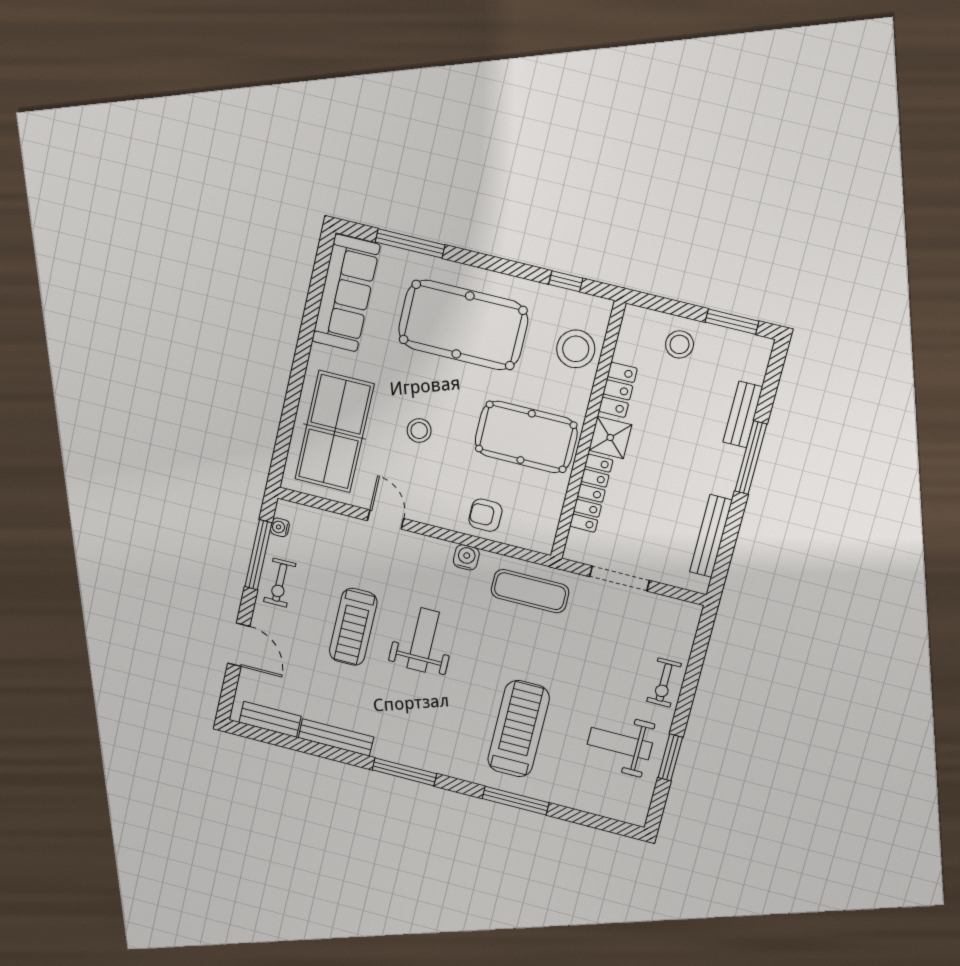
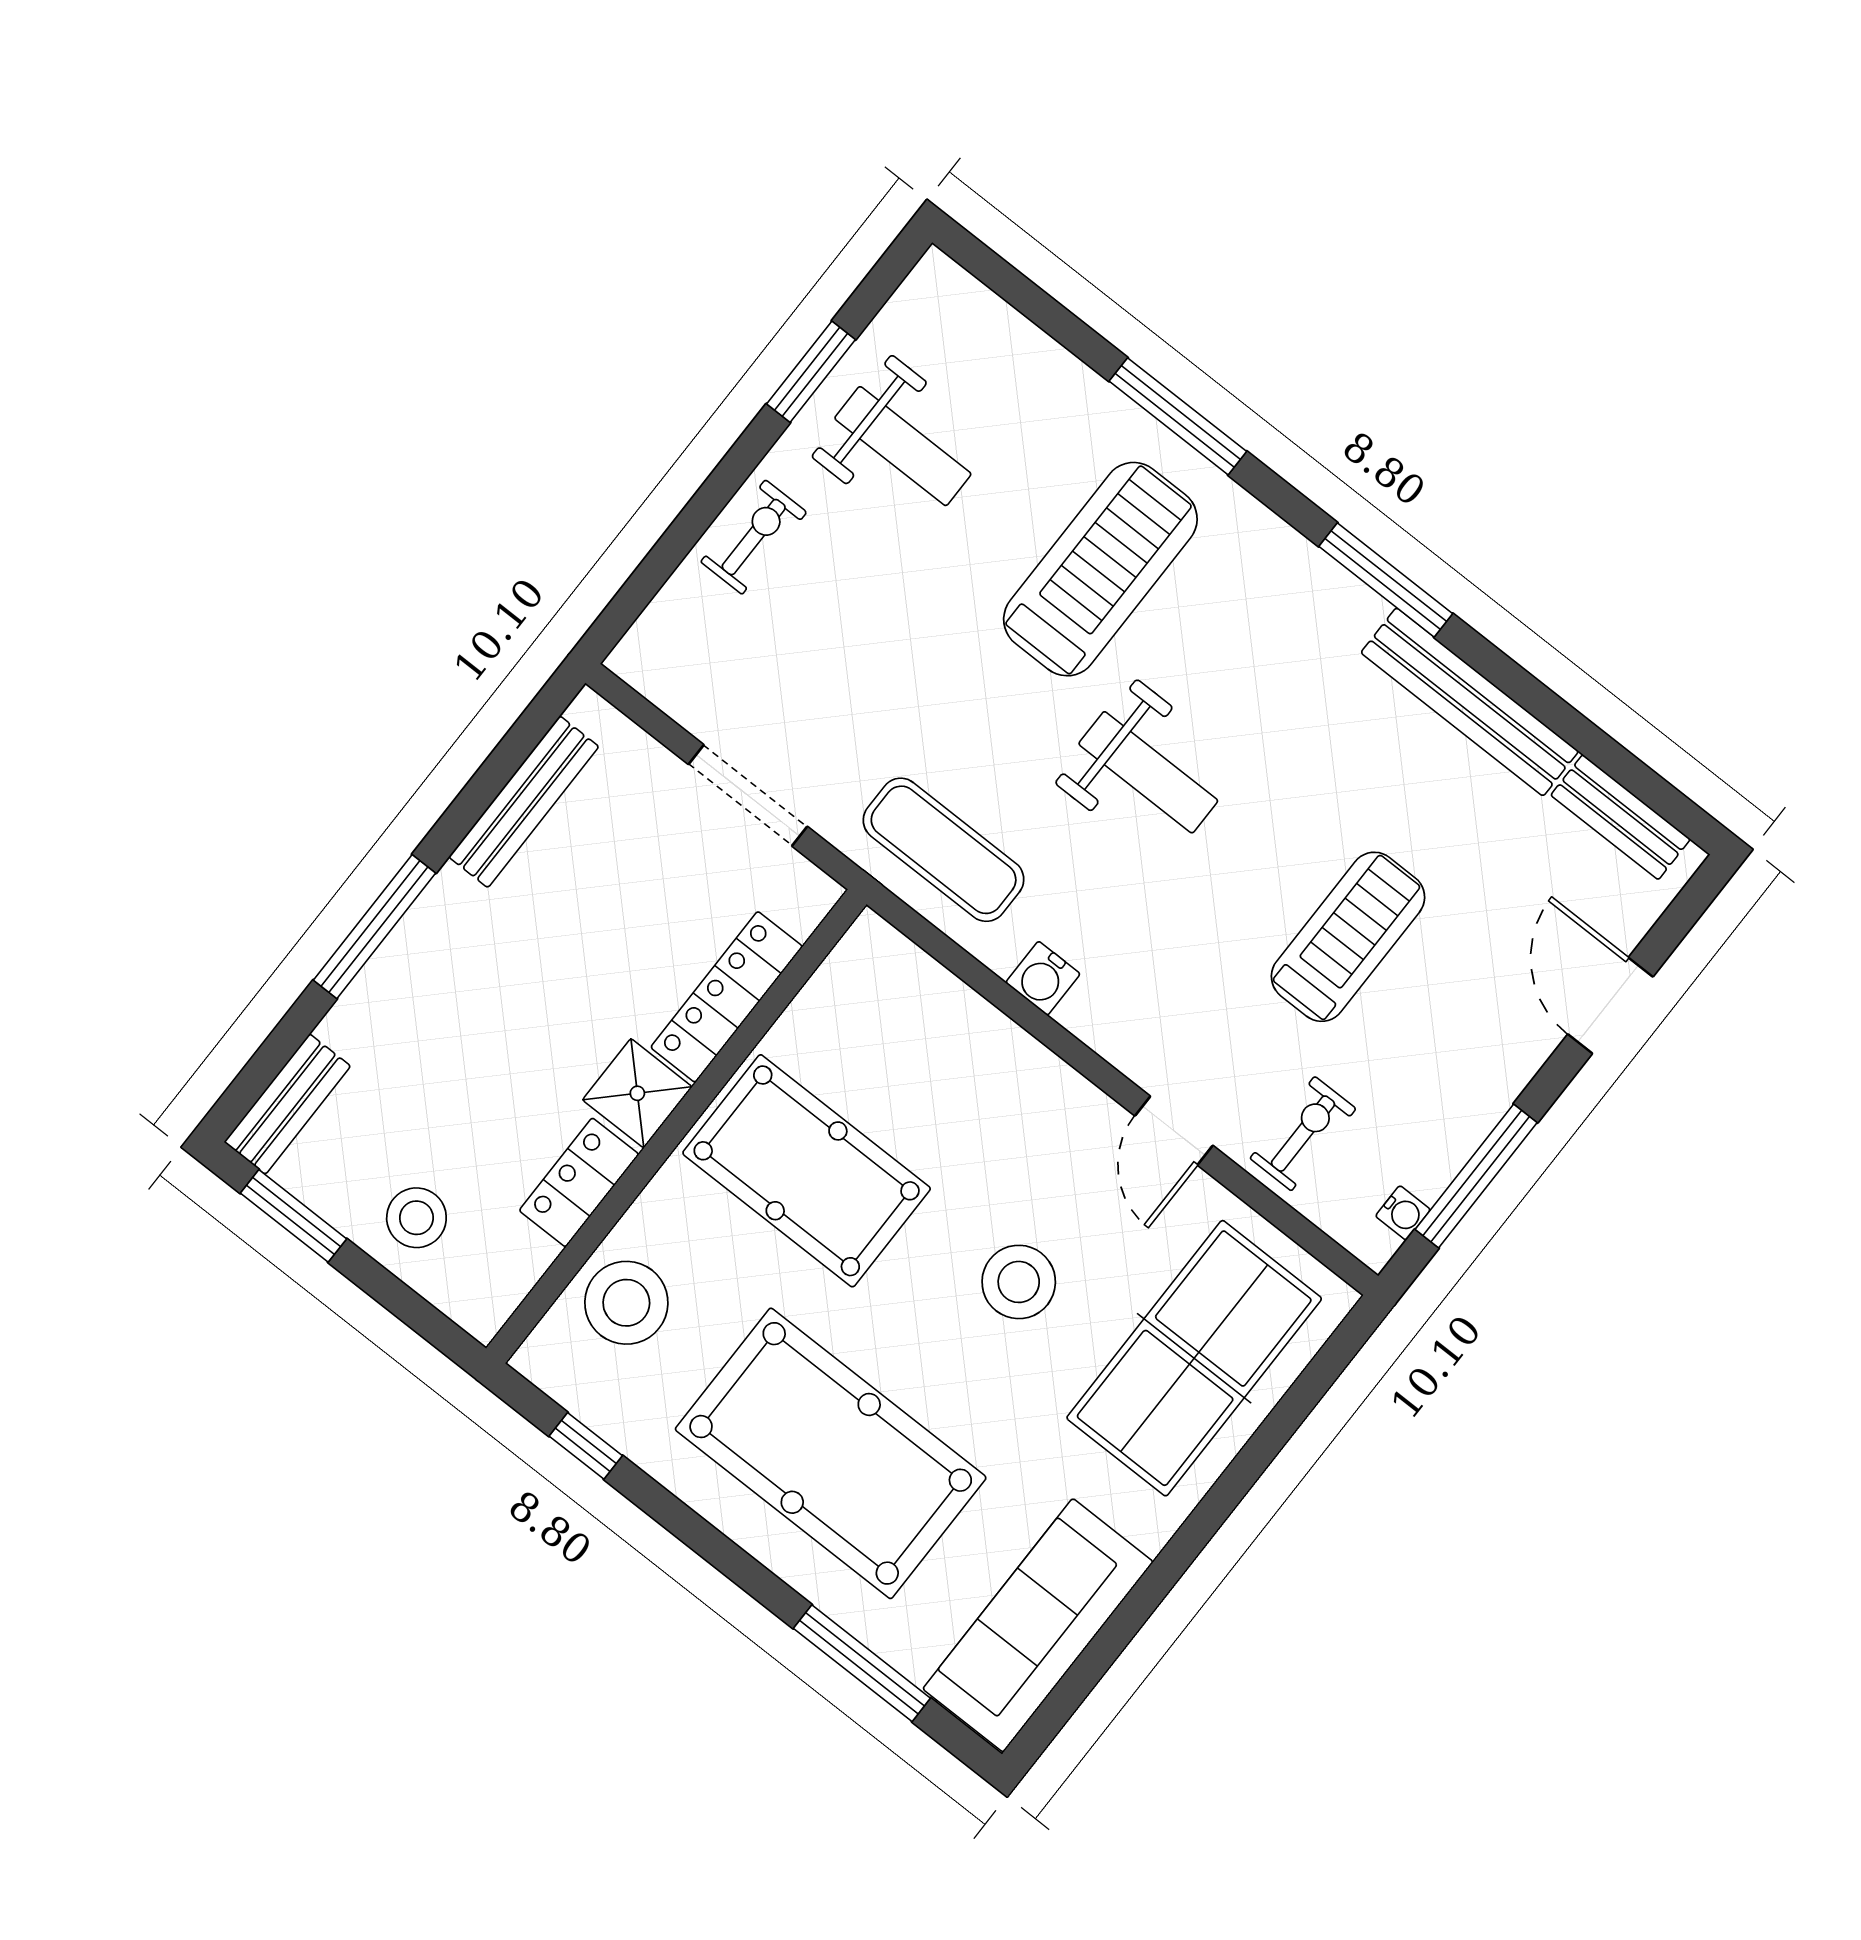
bench: (743, 414) -> (287, 1104), moved
stool: (419, 430) -> (1019, 1282), width x1.38, depth x1.38
armchair: (485, 515) -> (963, 1048), removed
exercise bike: (280, 583) -> (1303, 1134), moved
weight bench: (423, 640) -> (1148, 772), moved, turned -90
treadmill: (519, 729) -> (1100, 569), turned 180
bench: (336, 737) -> (1470, 702), width x1.37, depth x1.21

